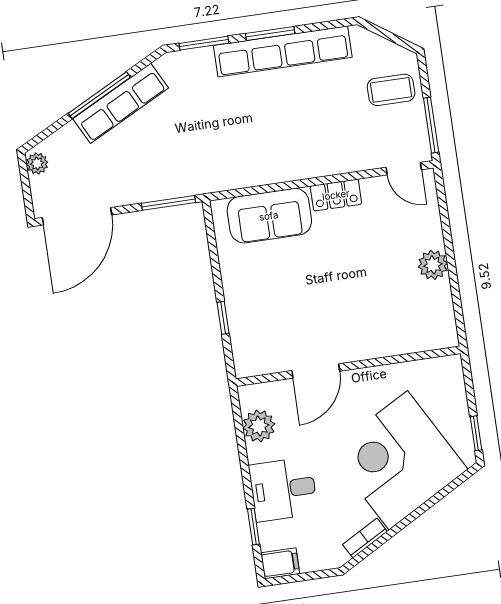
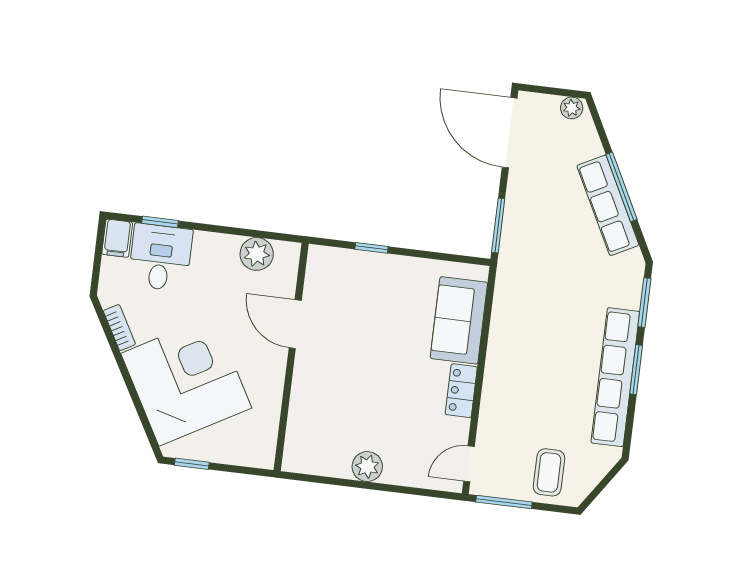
desk: (283, 489) -> (160, 257), moved

